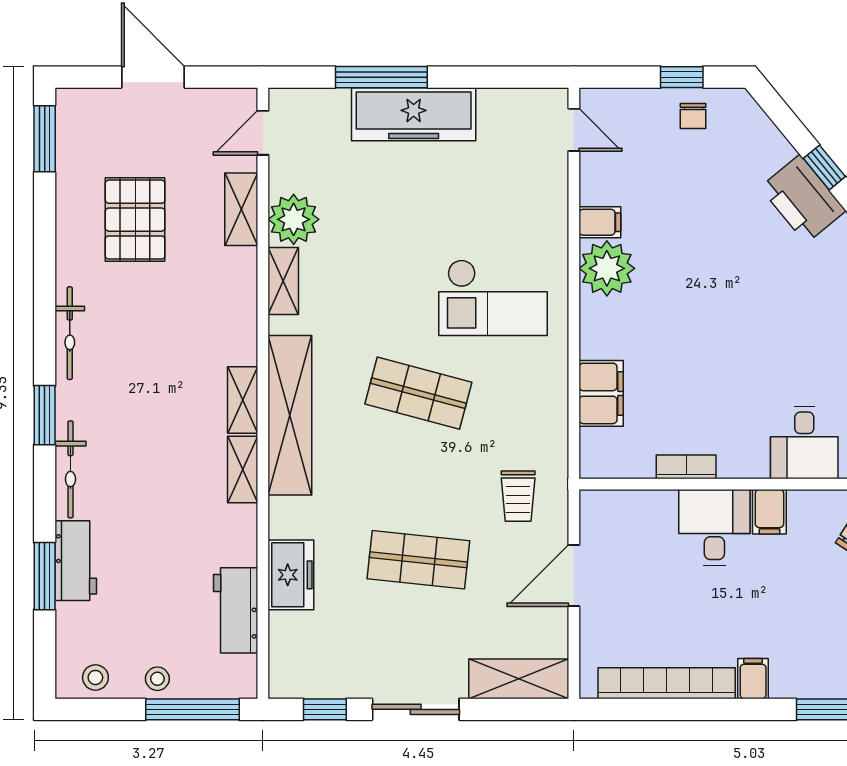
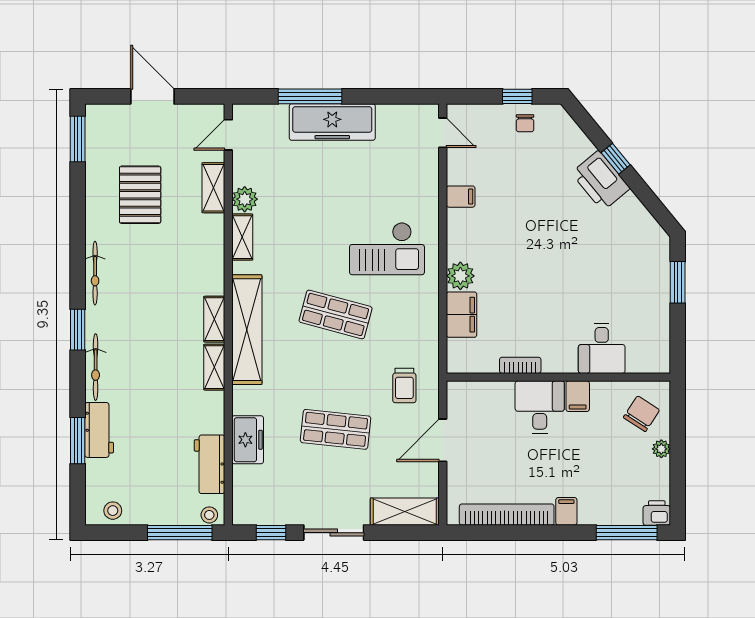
plant: (294, 219) -> (245, 199), width x0.73, depth x0.73
plant: (607, 268) -> (460, 276), moved, width x0.73, depth x0.73
stool: (157, 679) -> (209, 515), moved

